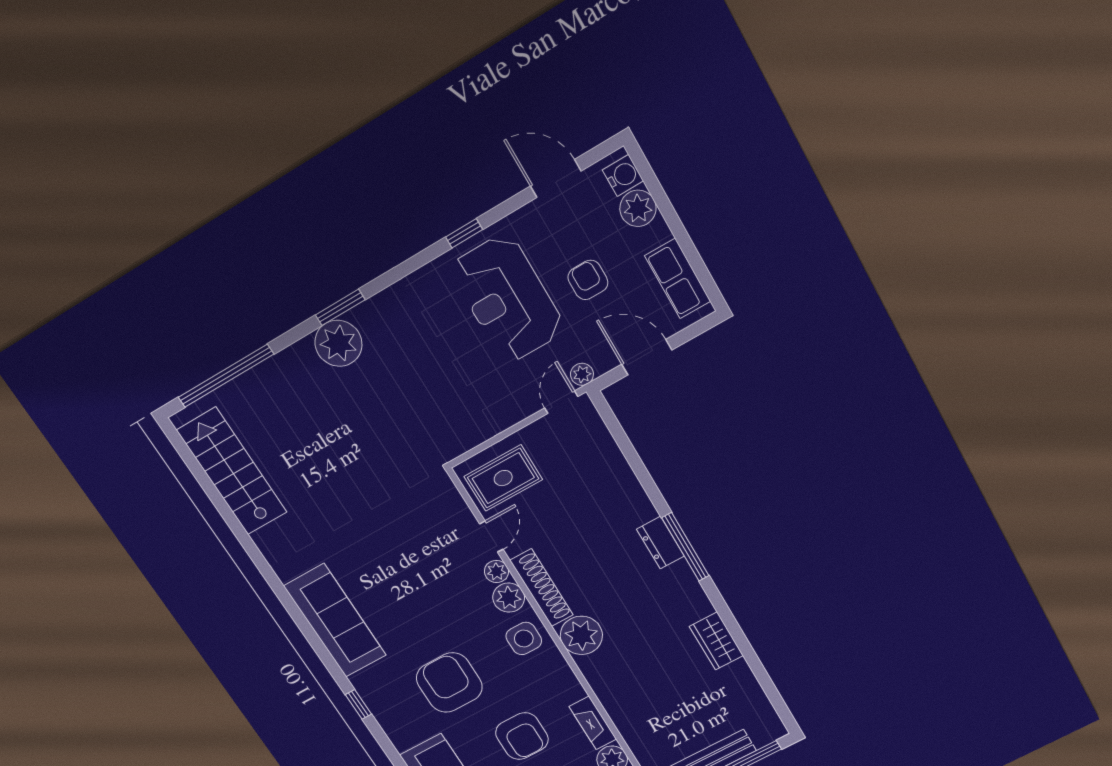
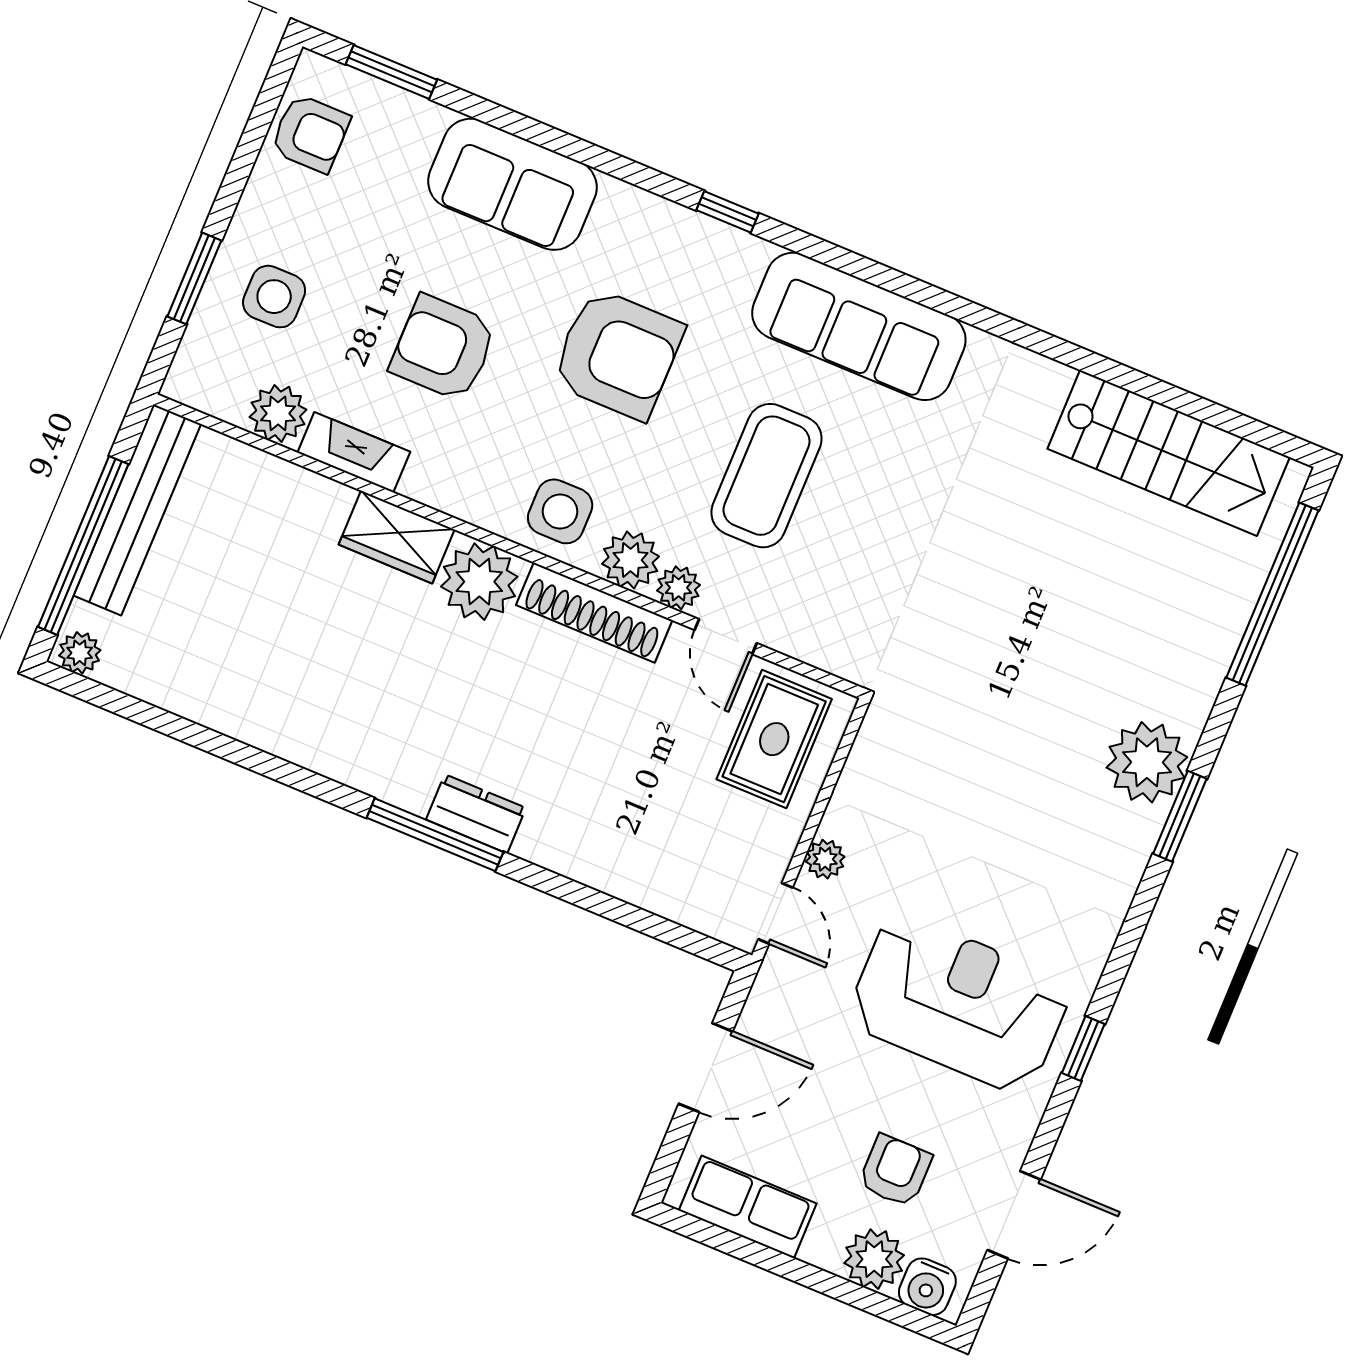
armchair: (588, 280) -> (895, 1171), moved, turned -90
plant: (582, 374) -> (825, 859), moved
coffee table: (422, 590) -> (766, 476), added
wardrobe: (716, 641) -> (397, 537), moved, turned 180
plant: (773, 727) -> (80, 653), added

